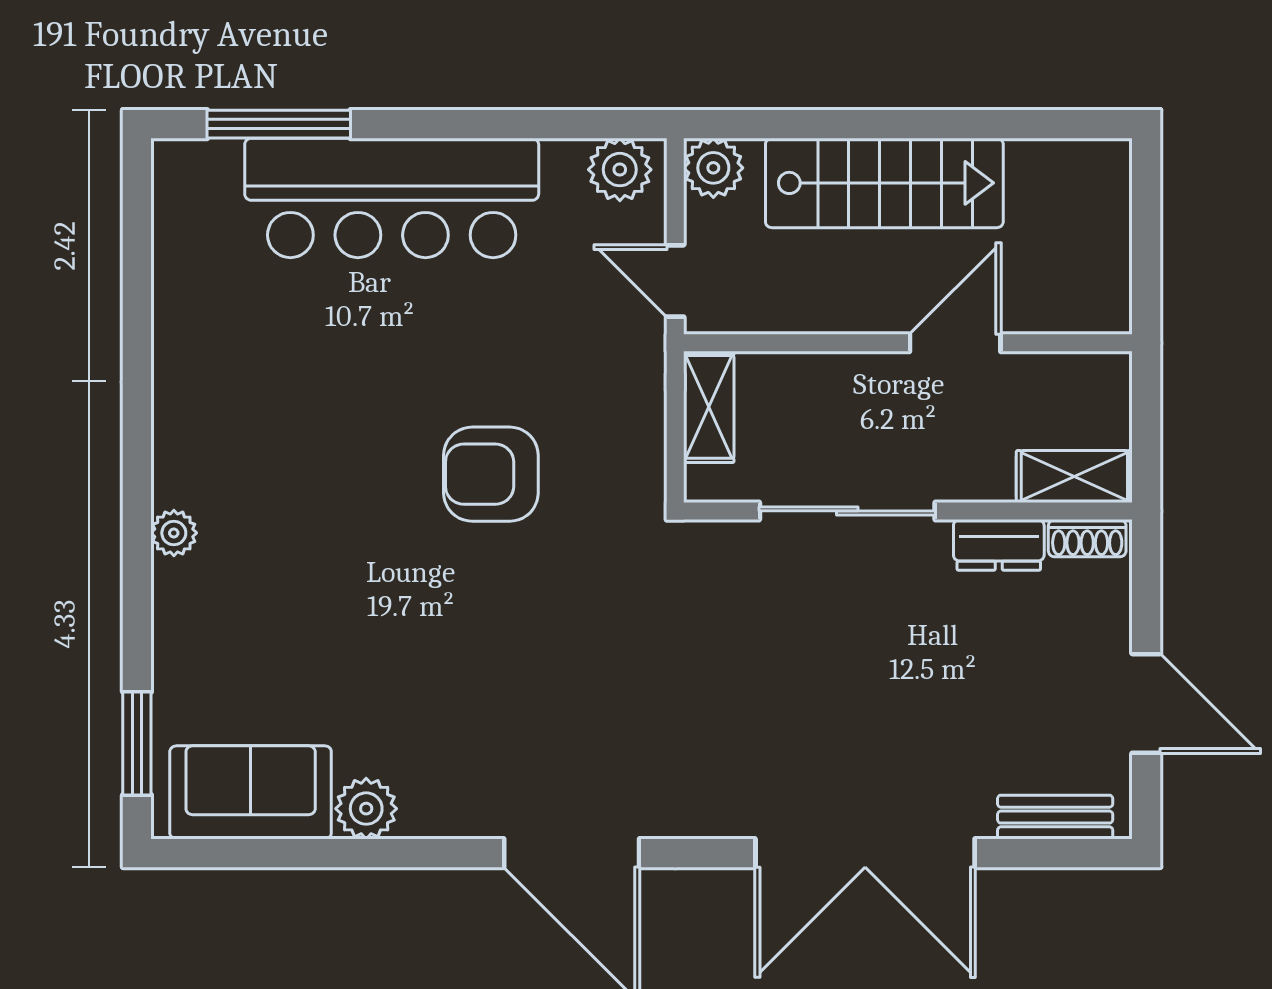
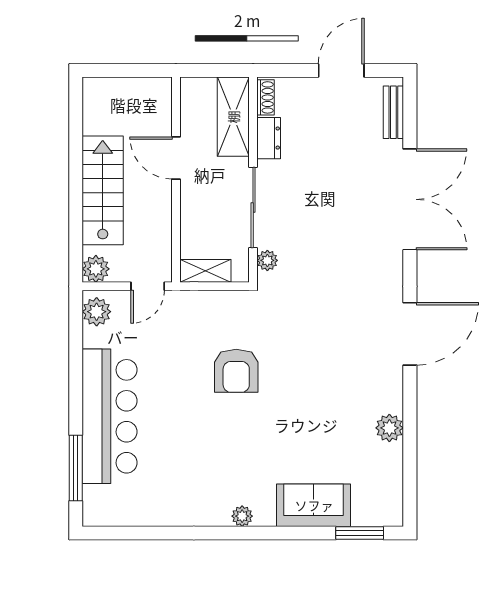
shelving: (1074, 477) -> (233, 117), width x1.50, depth x1.33
plant: (174, 533) -> (242, 516), moved
plant: (732, 542) -> (267, 260), added
sofa: (251, 792) -> (314, 505), moved, turned 90

